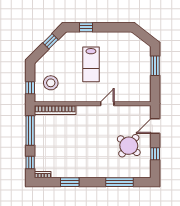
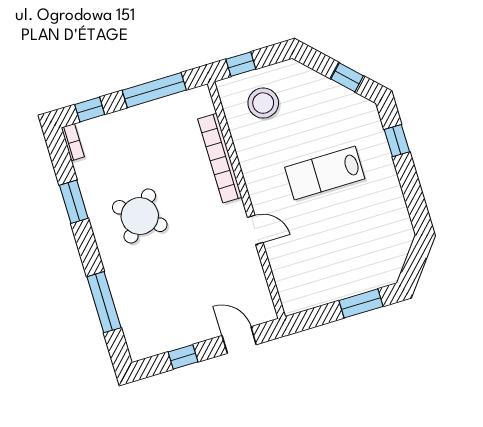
bookcase: (55, 110) -> (220, 158), moved
round table: (129, 146) -> (140, 216), moved

